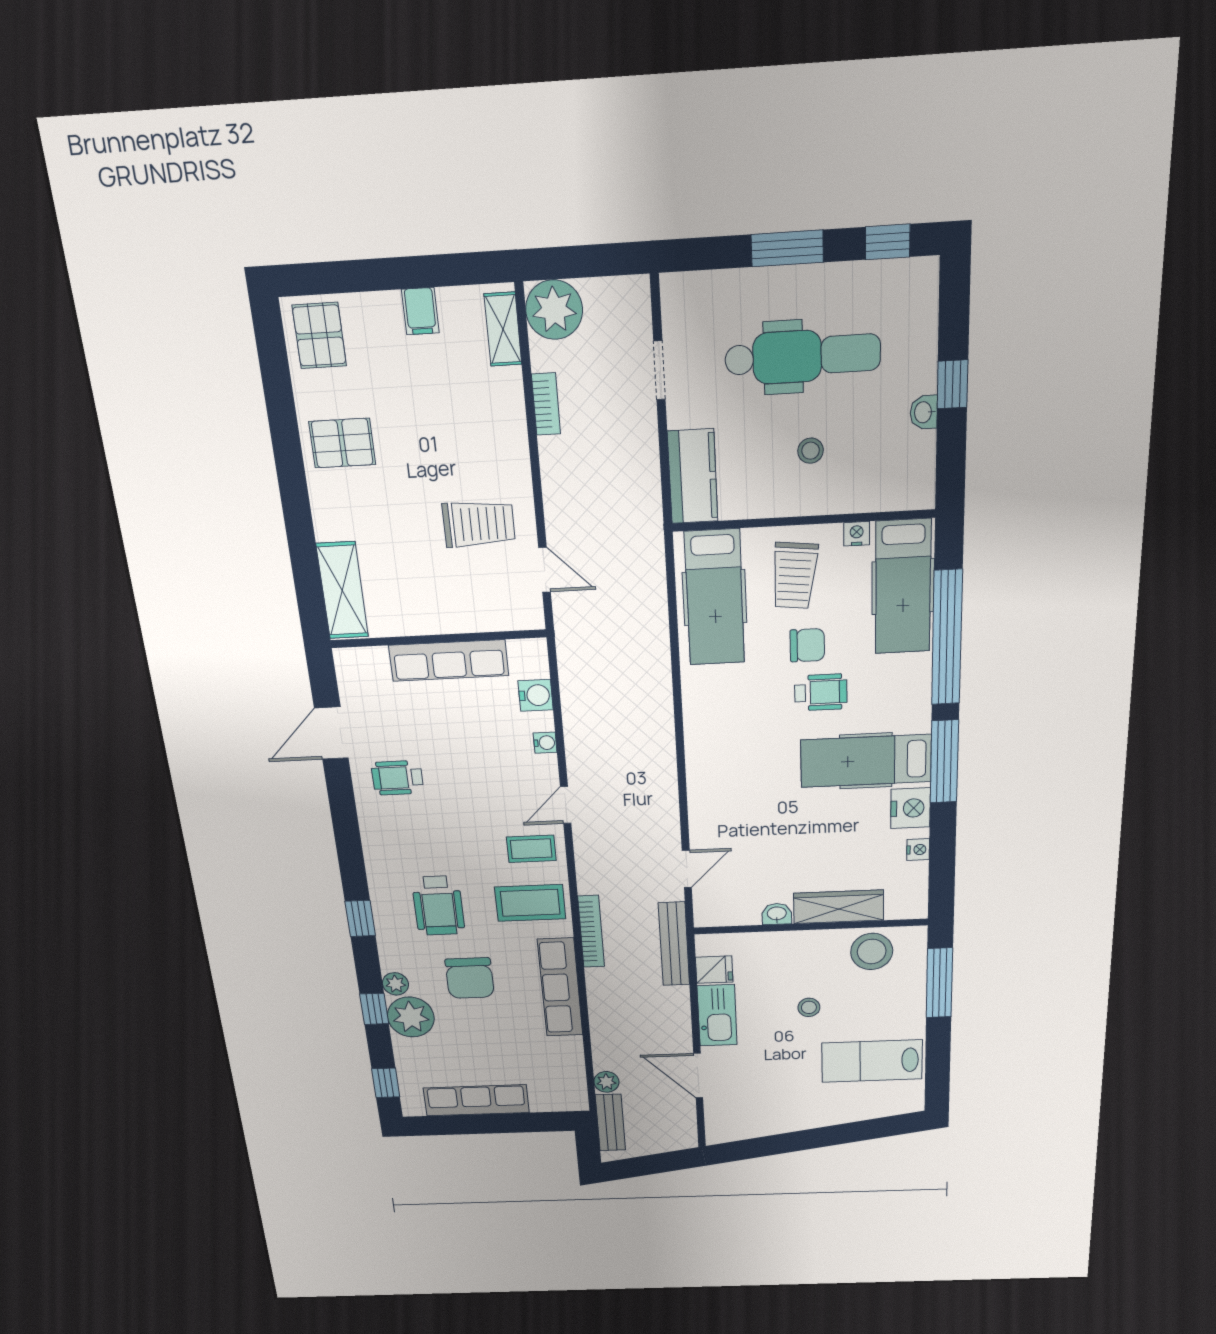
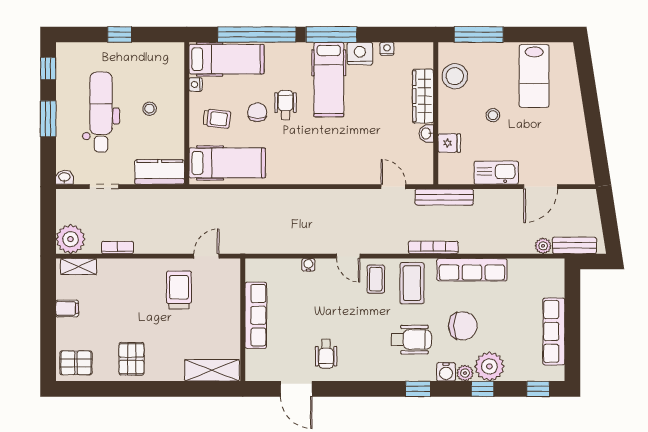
washbasin: (924, 412) -> (64, 177), moved, turned 180
trolley: (794, 576) -> (217, 119), width x0.73, depth x0.72
water cooler: (536, 695) -> (446, 372), moved, turned 180
fridge: (714, 970) -> (449, 143), moved, turned 90

